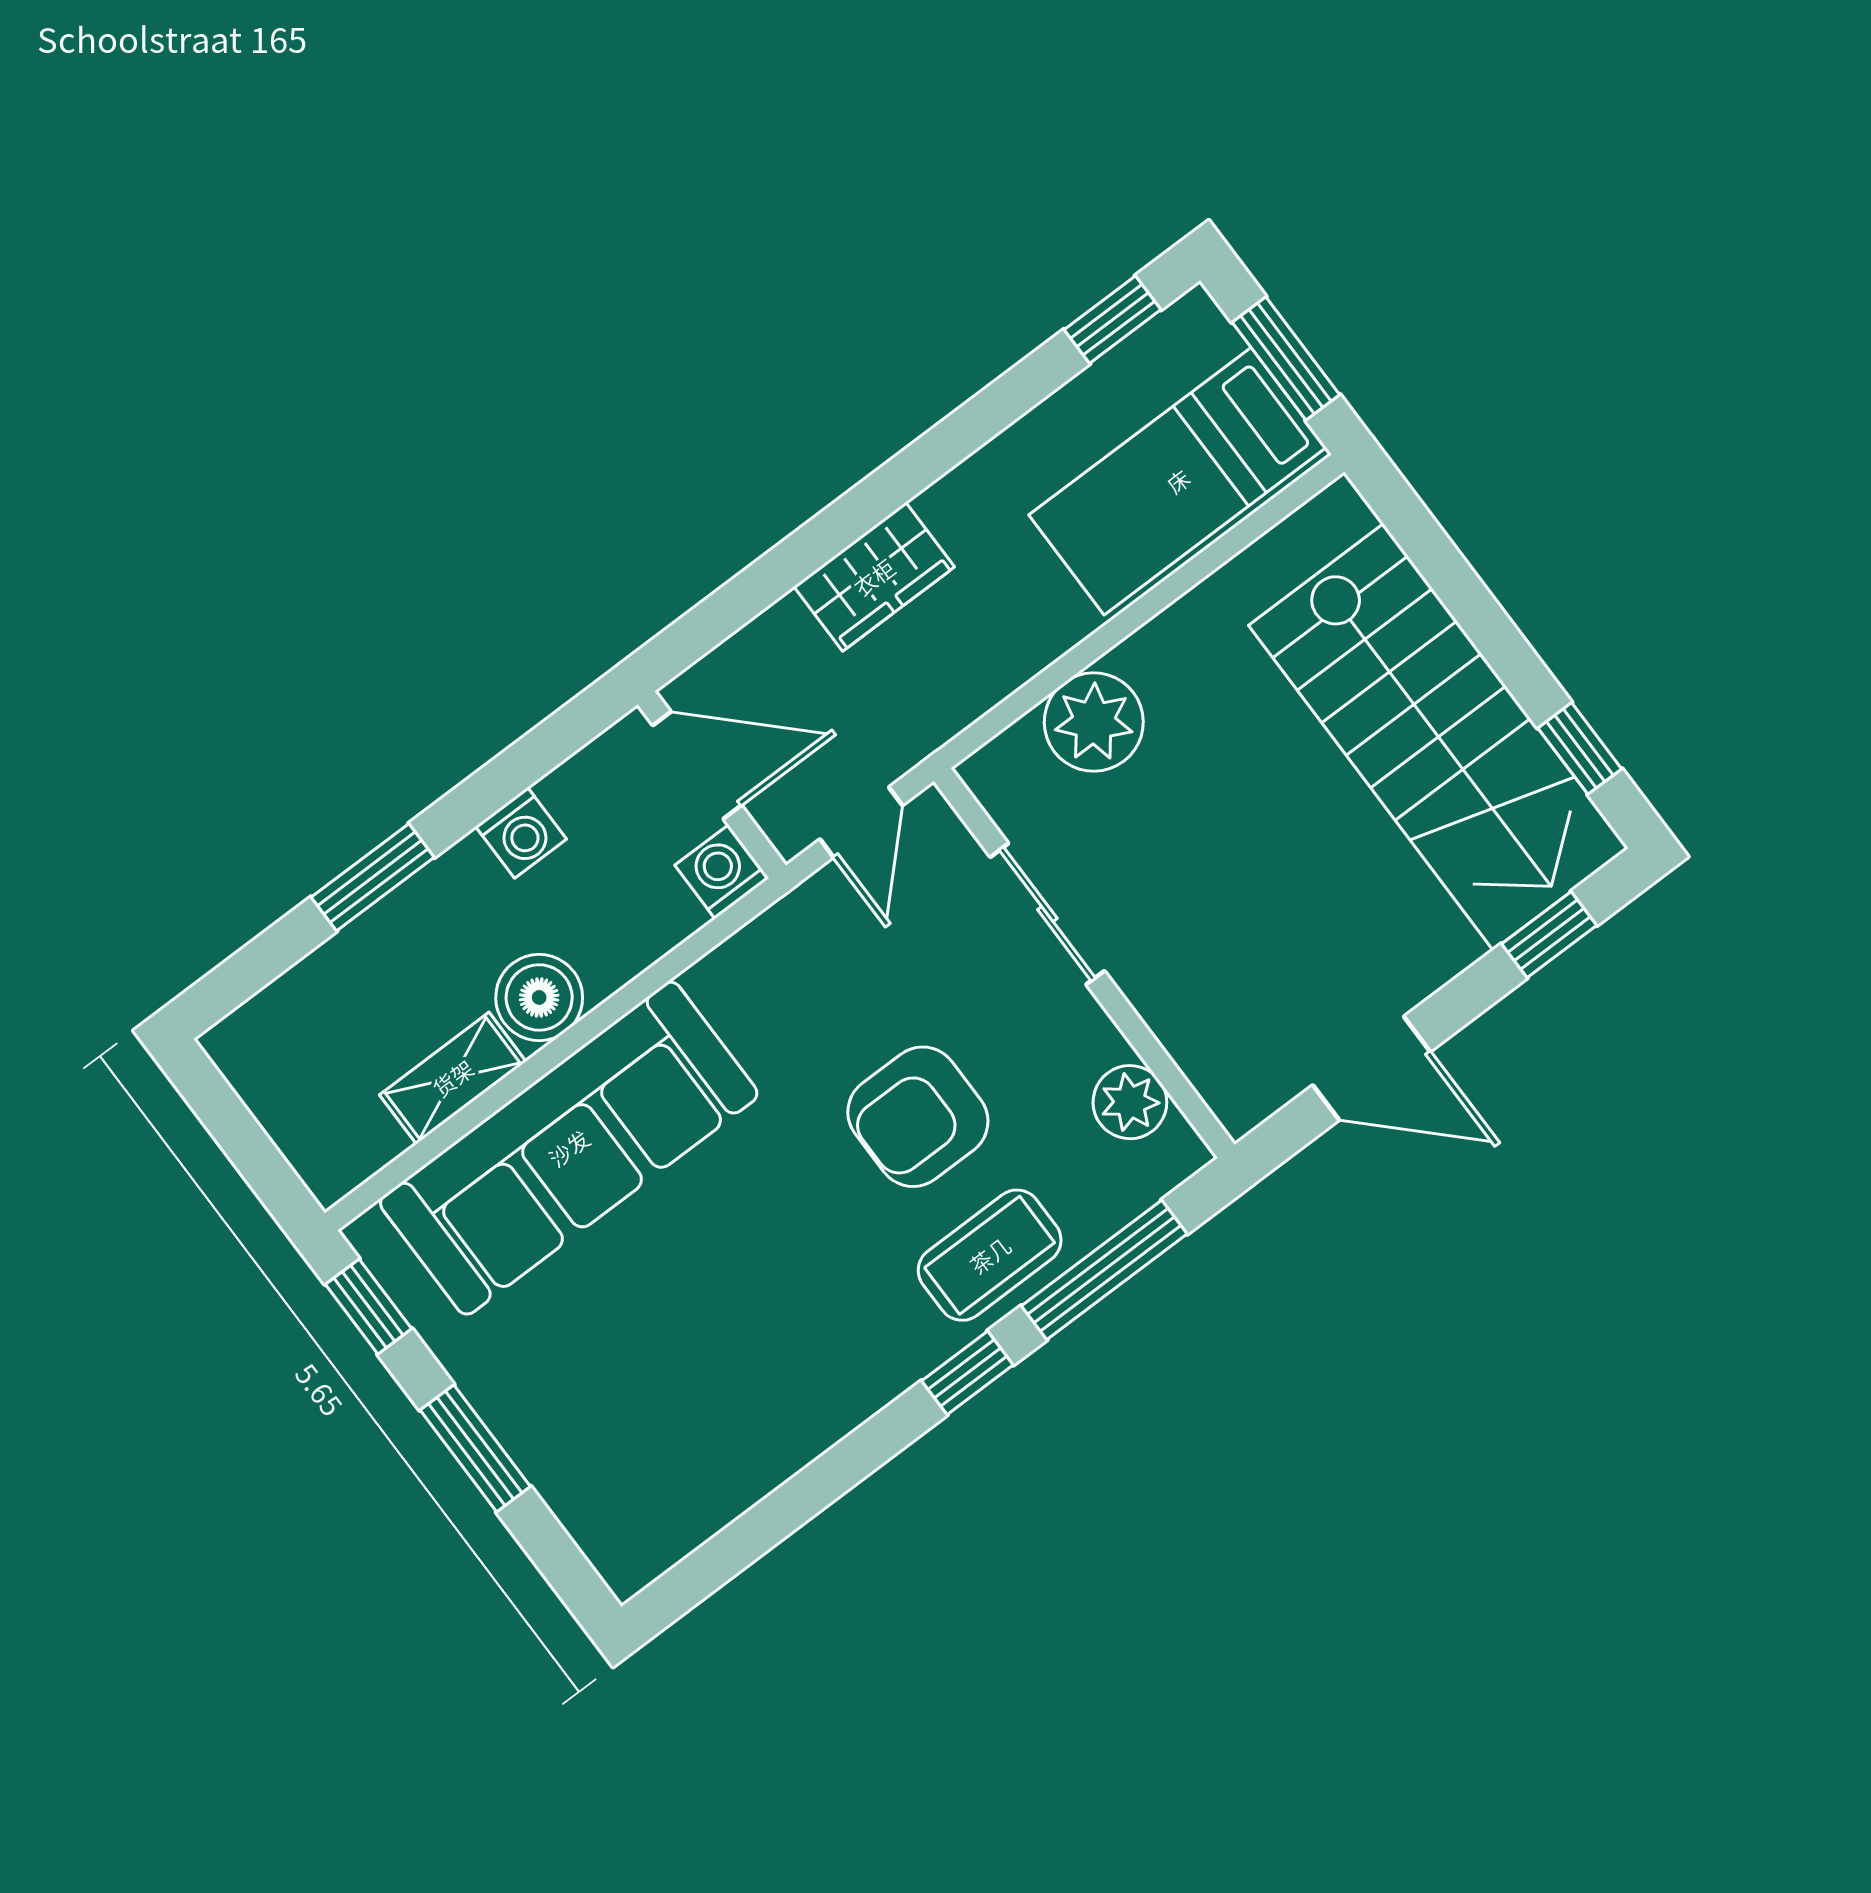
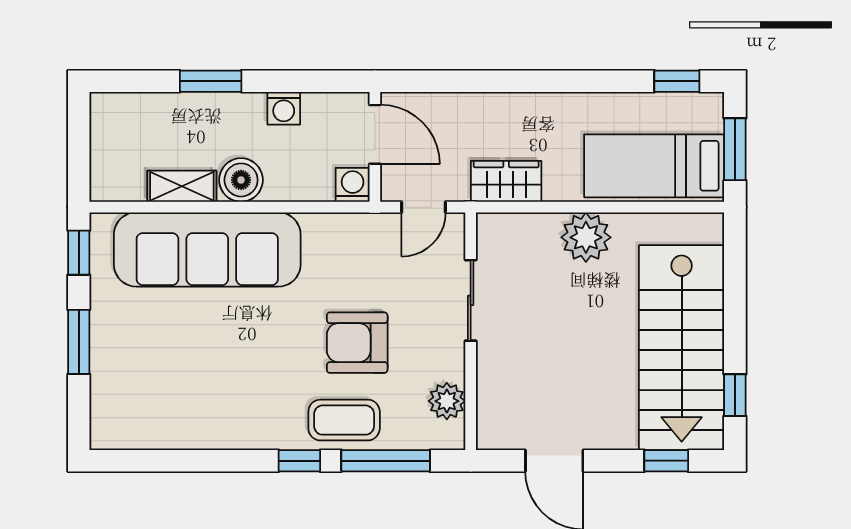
wardrobe: (874, 577) -> (506, 181), moved, turned 180
plant: (1094, 722) -> (586, 237), moved

